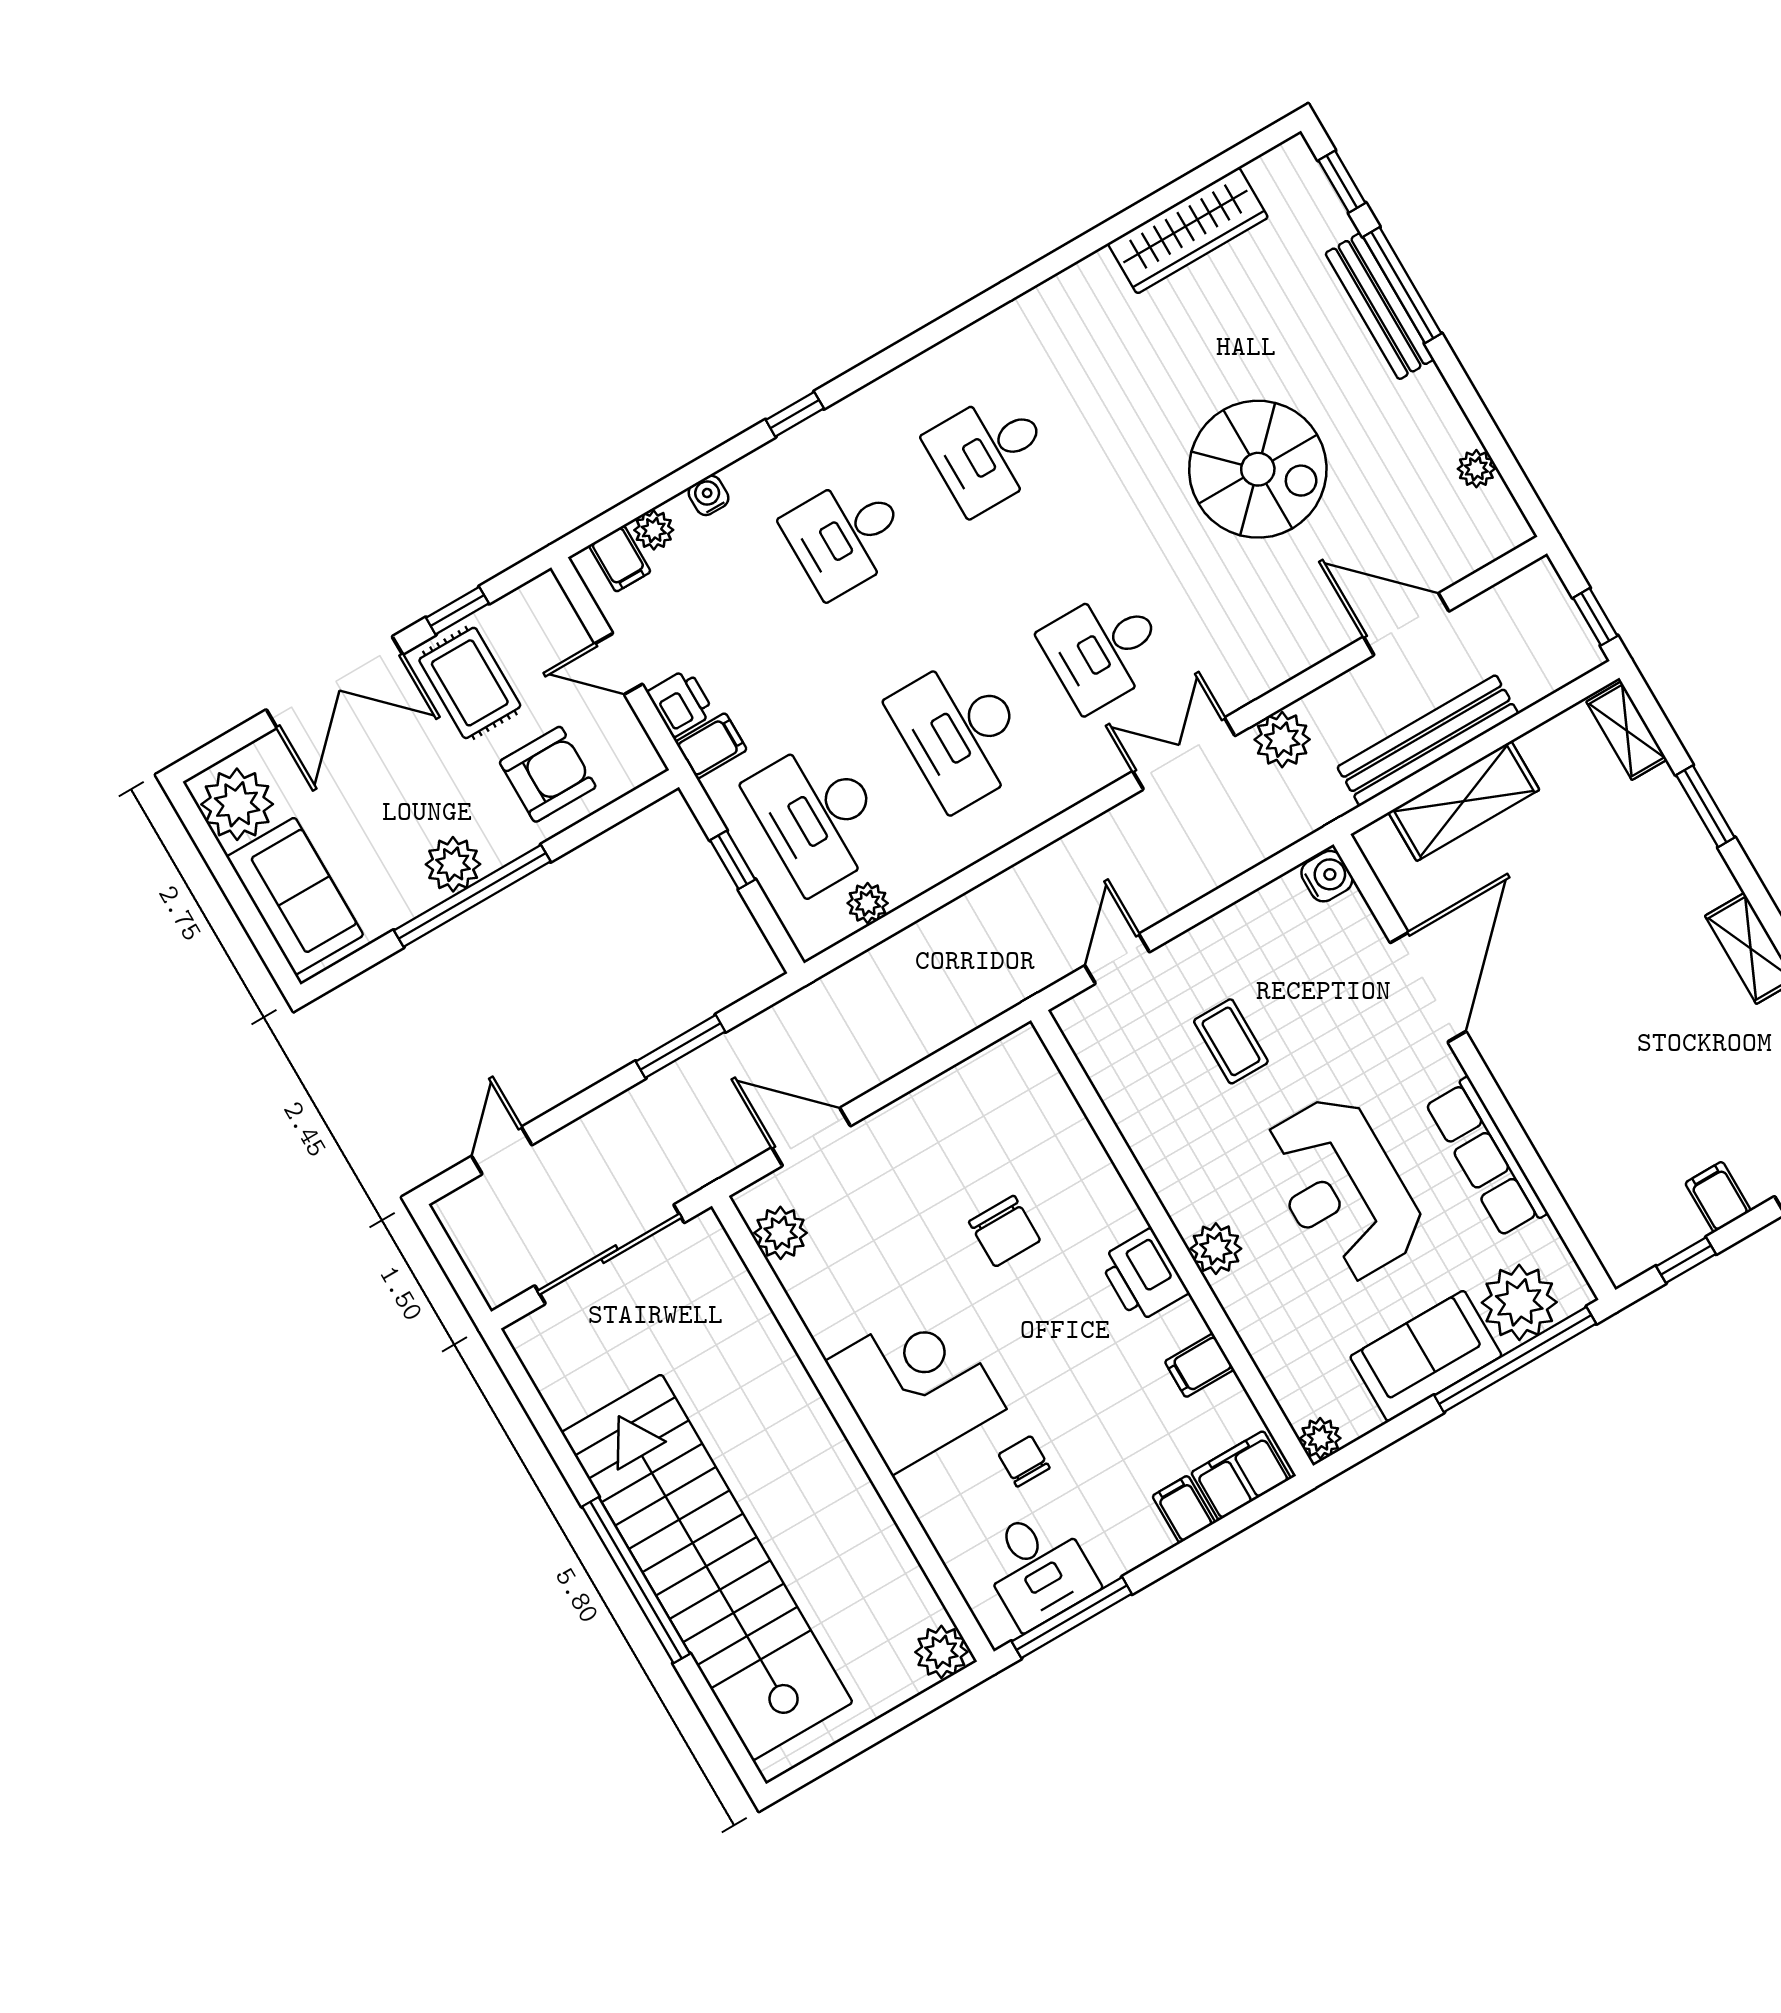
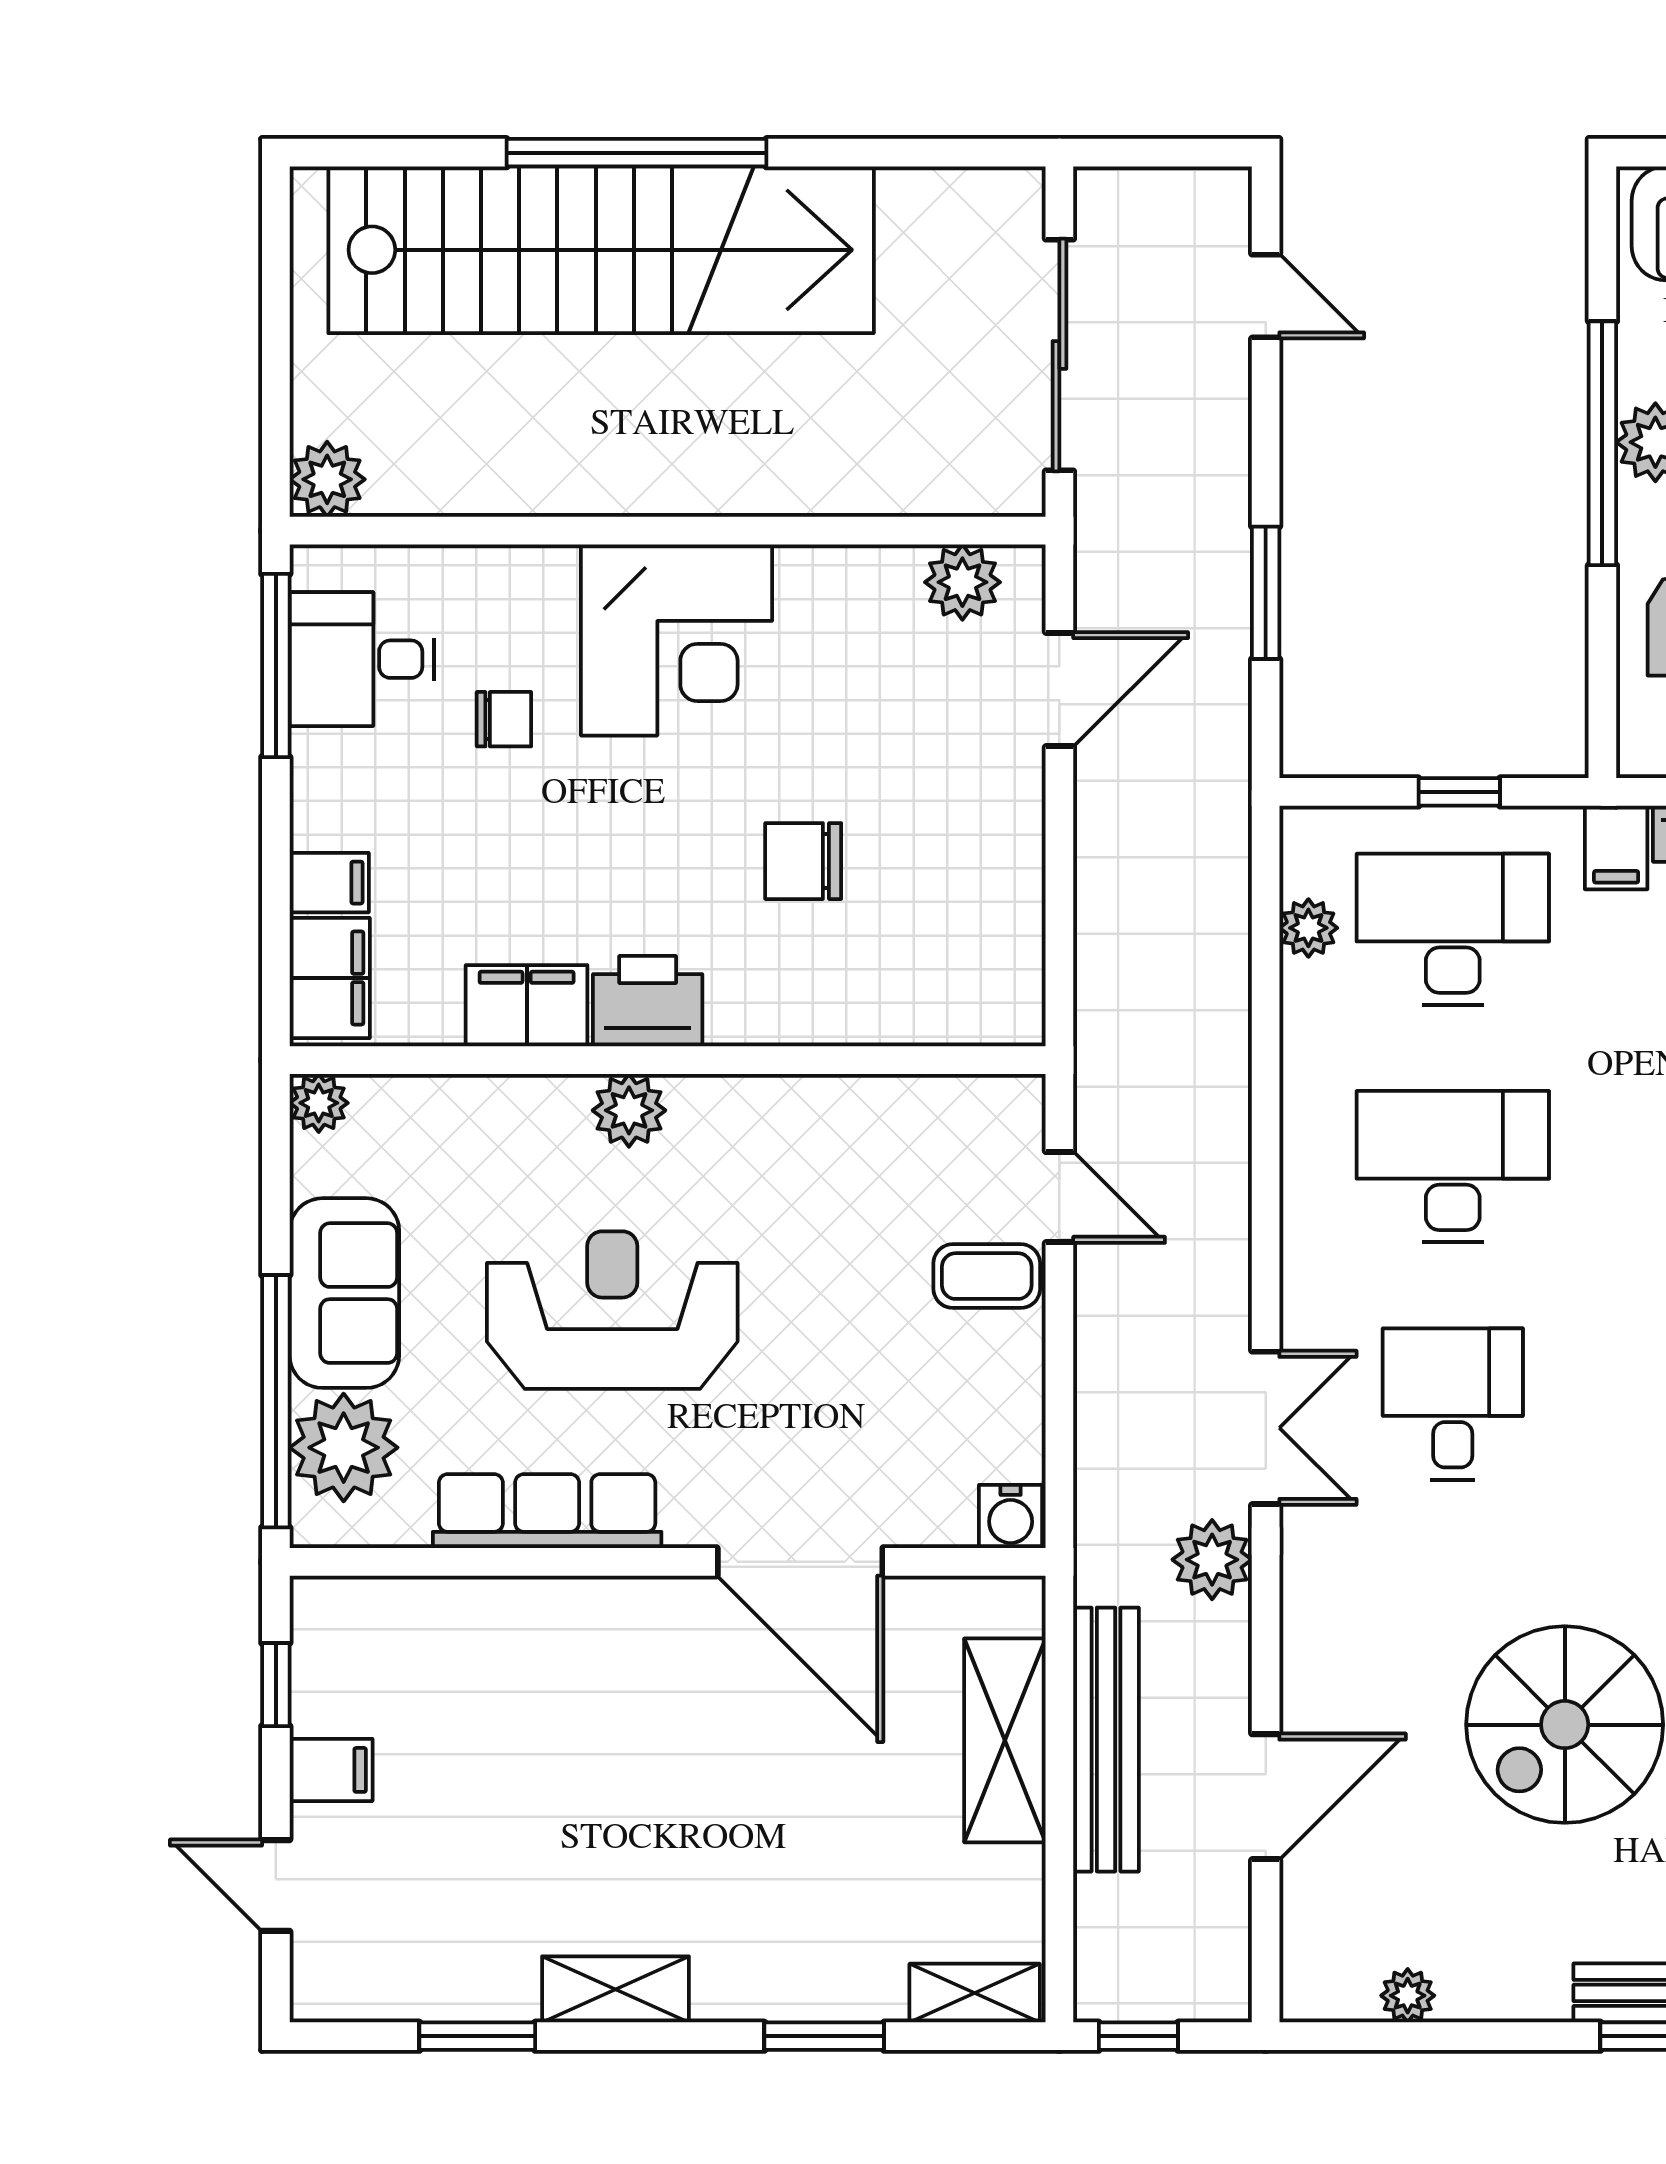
coffee table: (1231, 1041) -> (987, 1276), moved
filing cabinet: (1199, 1365) -> (527, 1006), width x2.00

